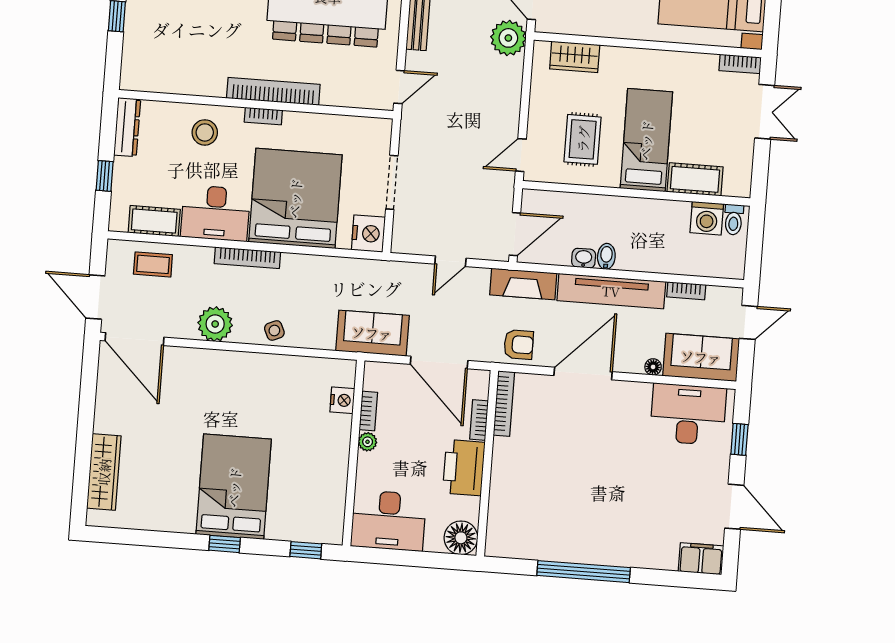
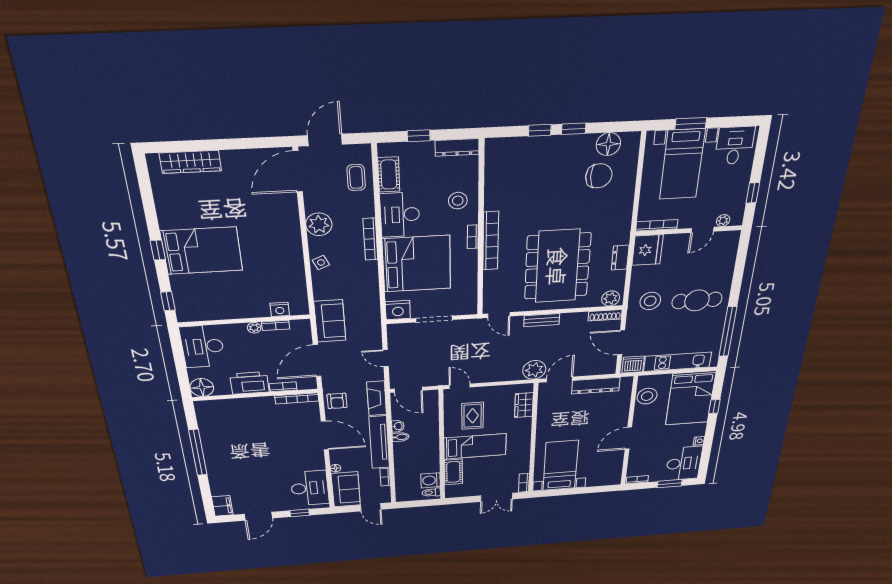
rug: (583, 139) -> (473, 416), turned 90

